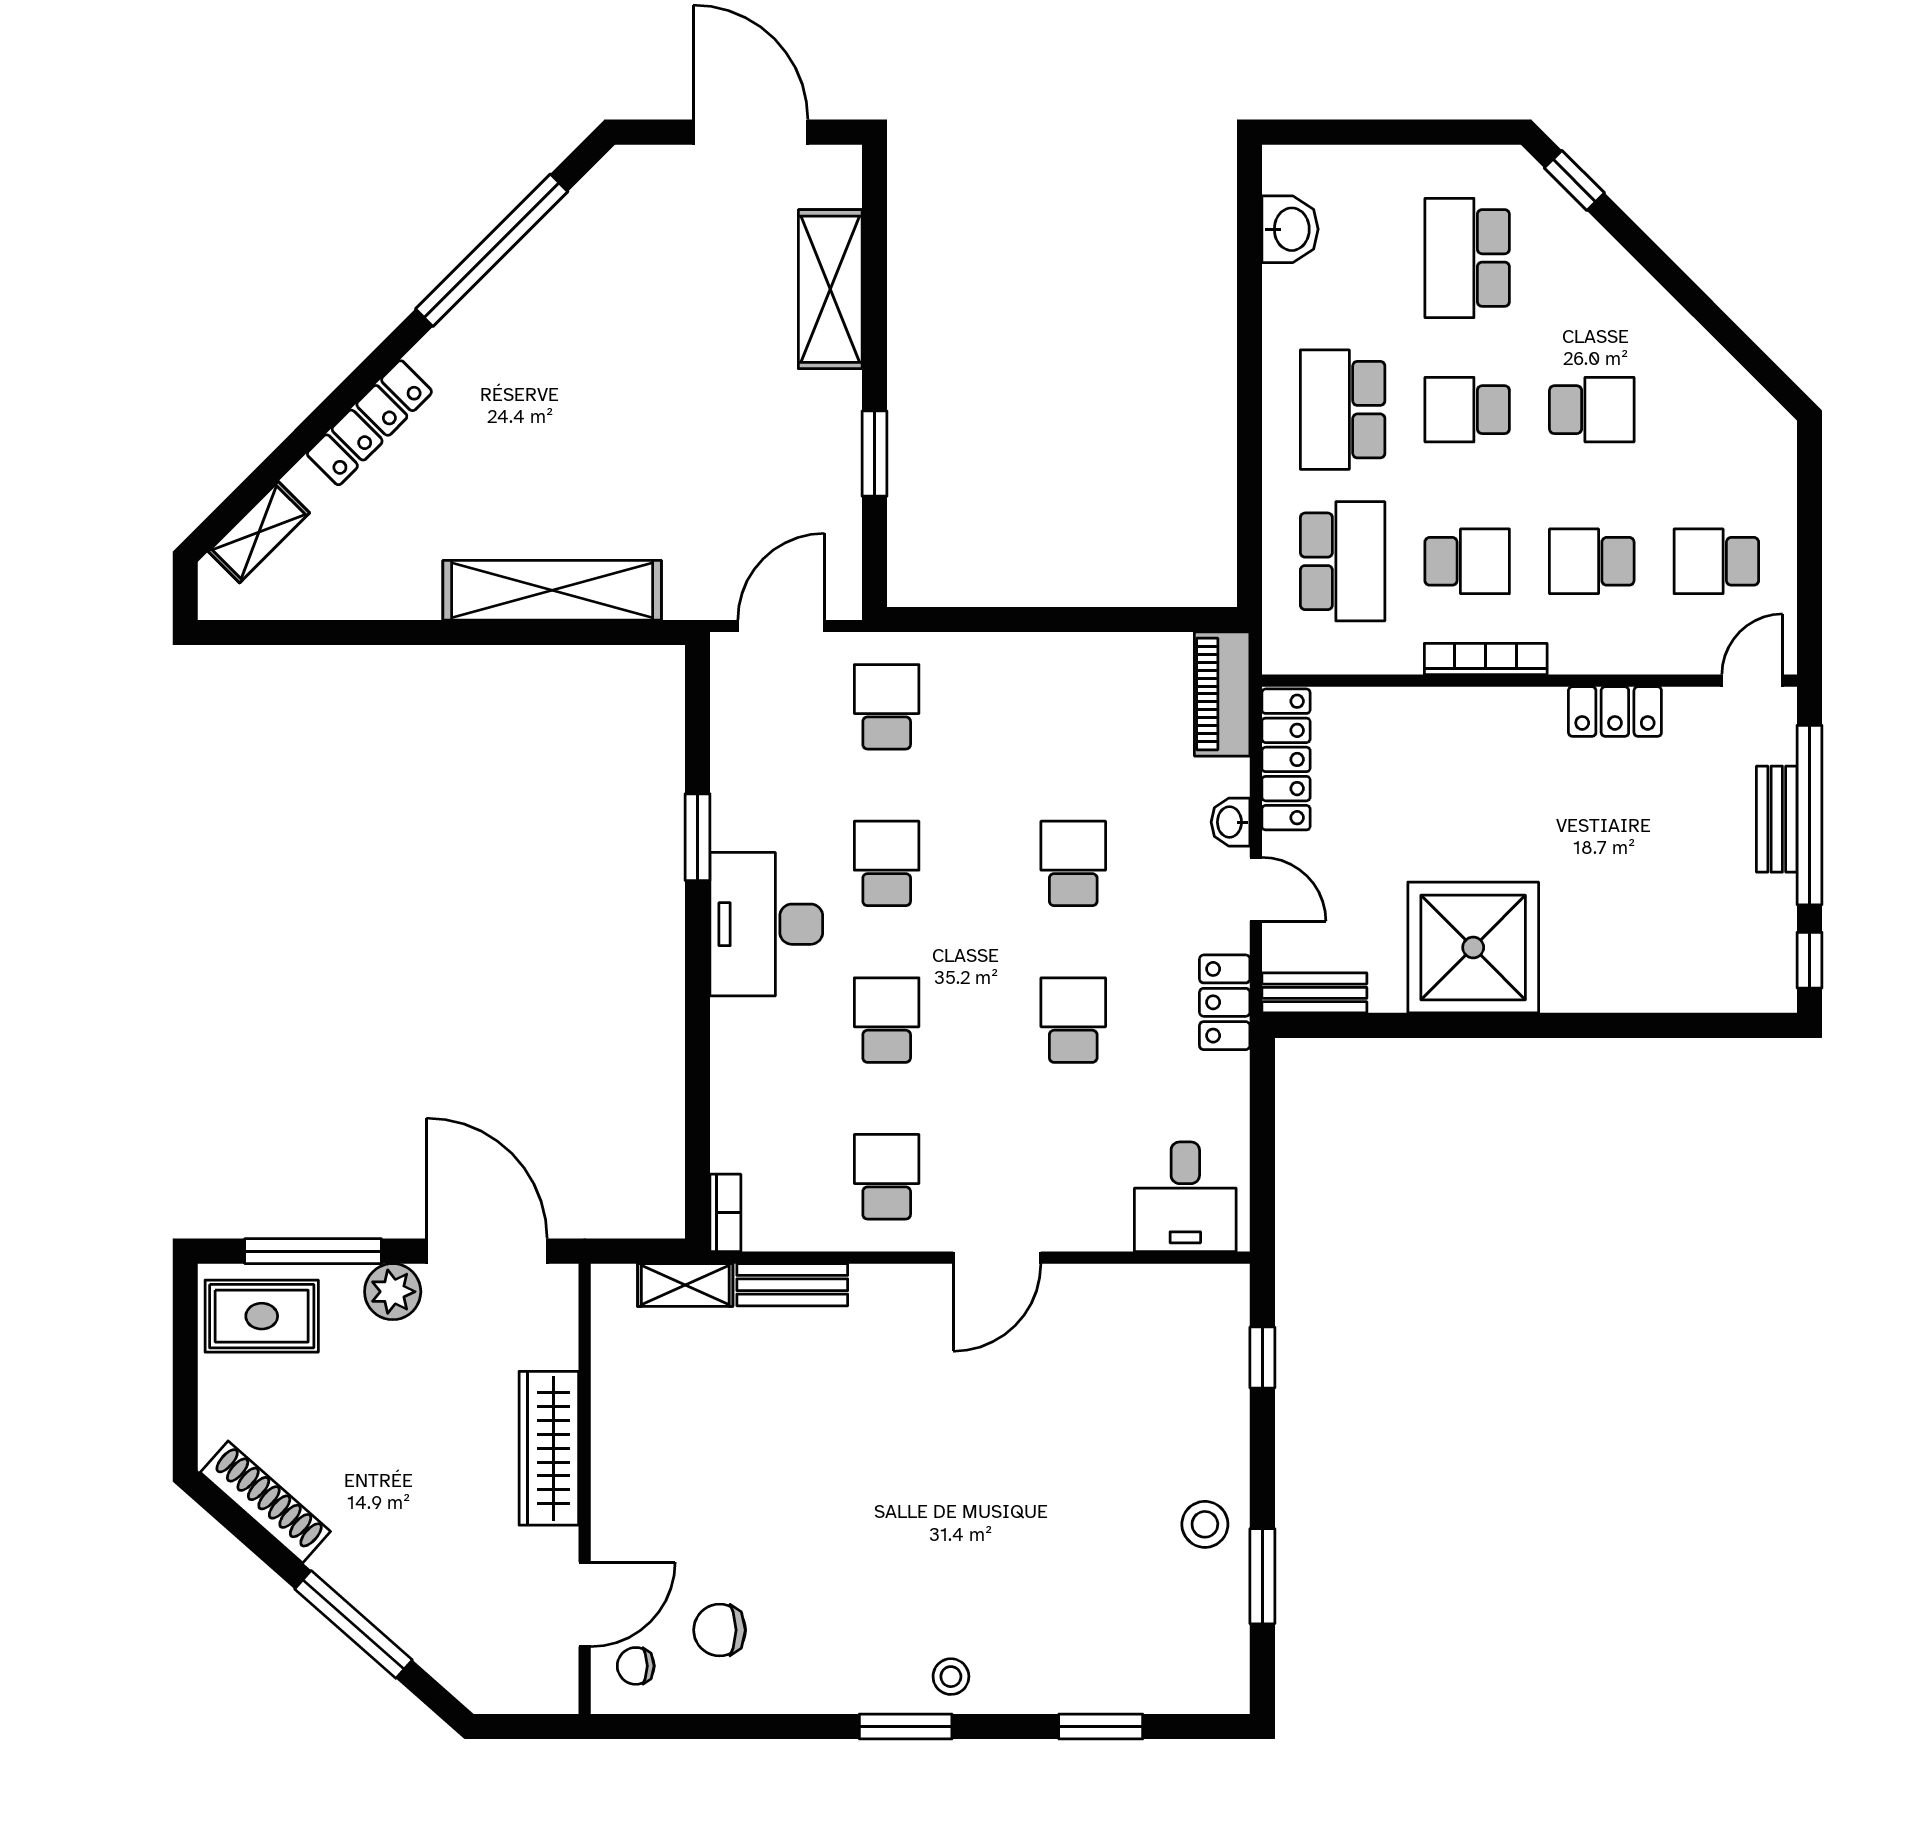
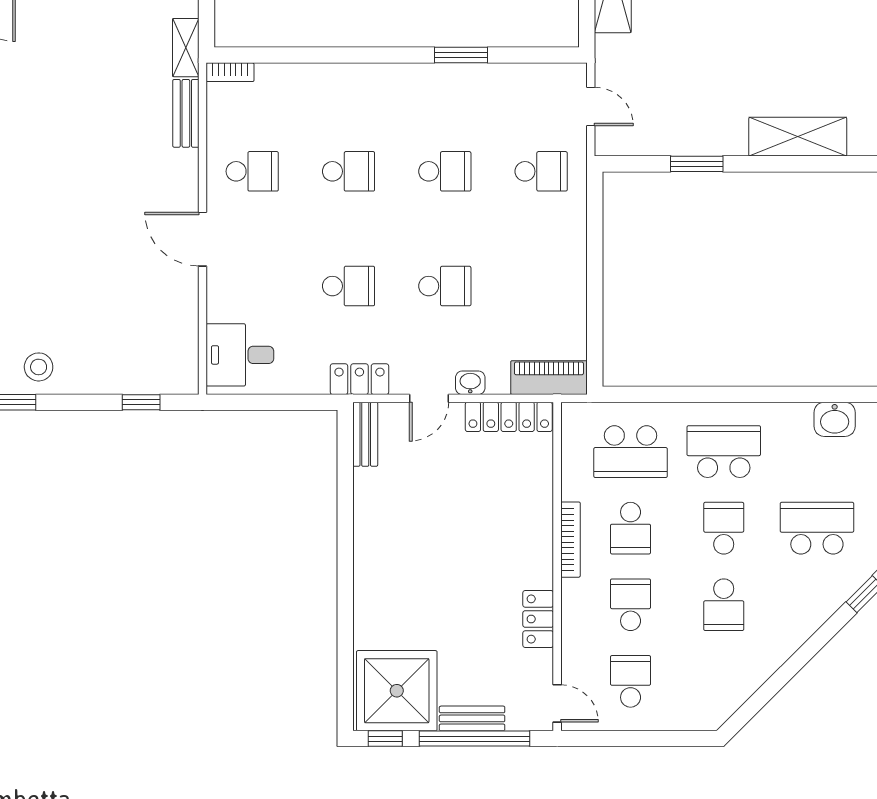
door: (781, 626) -> (591, 106), width x0.73
desk: (766, 924) -> (407, 97), removed
shower: (1473, 947) -> (397, 691), moved

